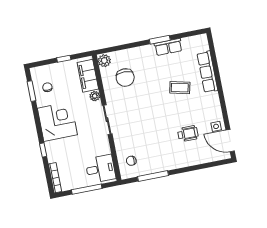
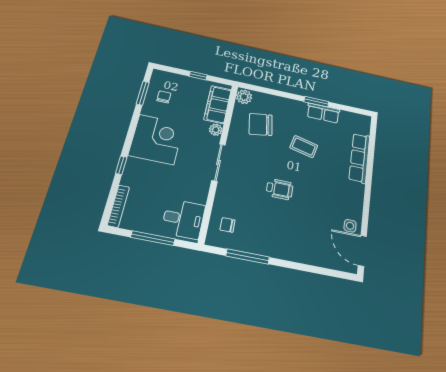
chair: (125, 78) -> (261, 124), turned 81
coffee table: (180, 88) -> (304, 147), moved
wheelchair: (188, 134) -> (280, 189), moved

